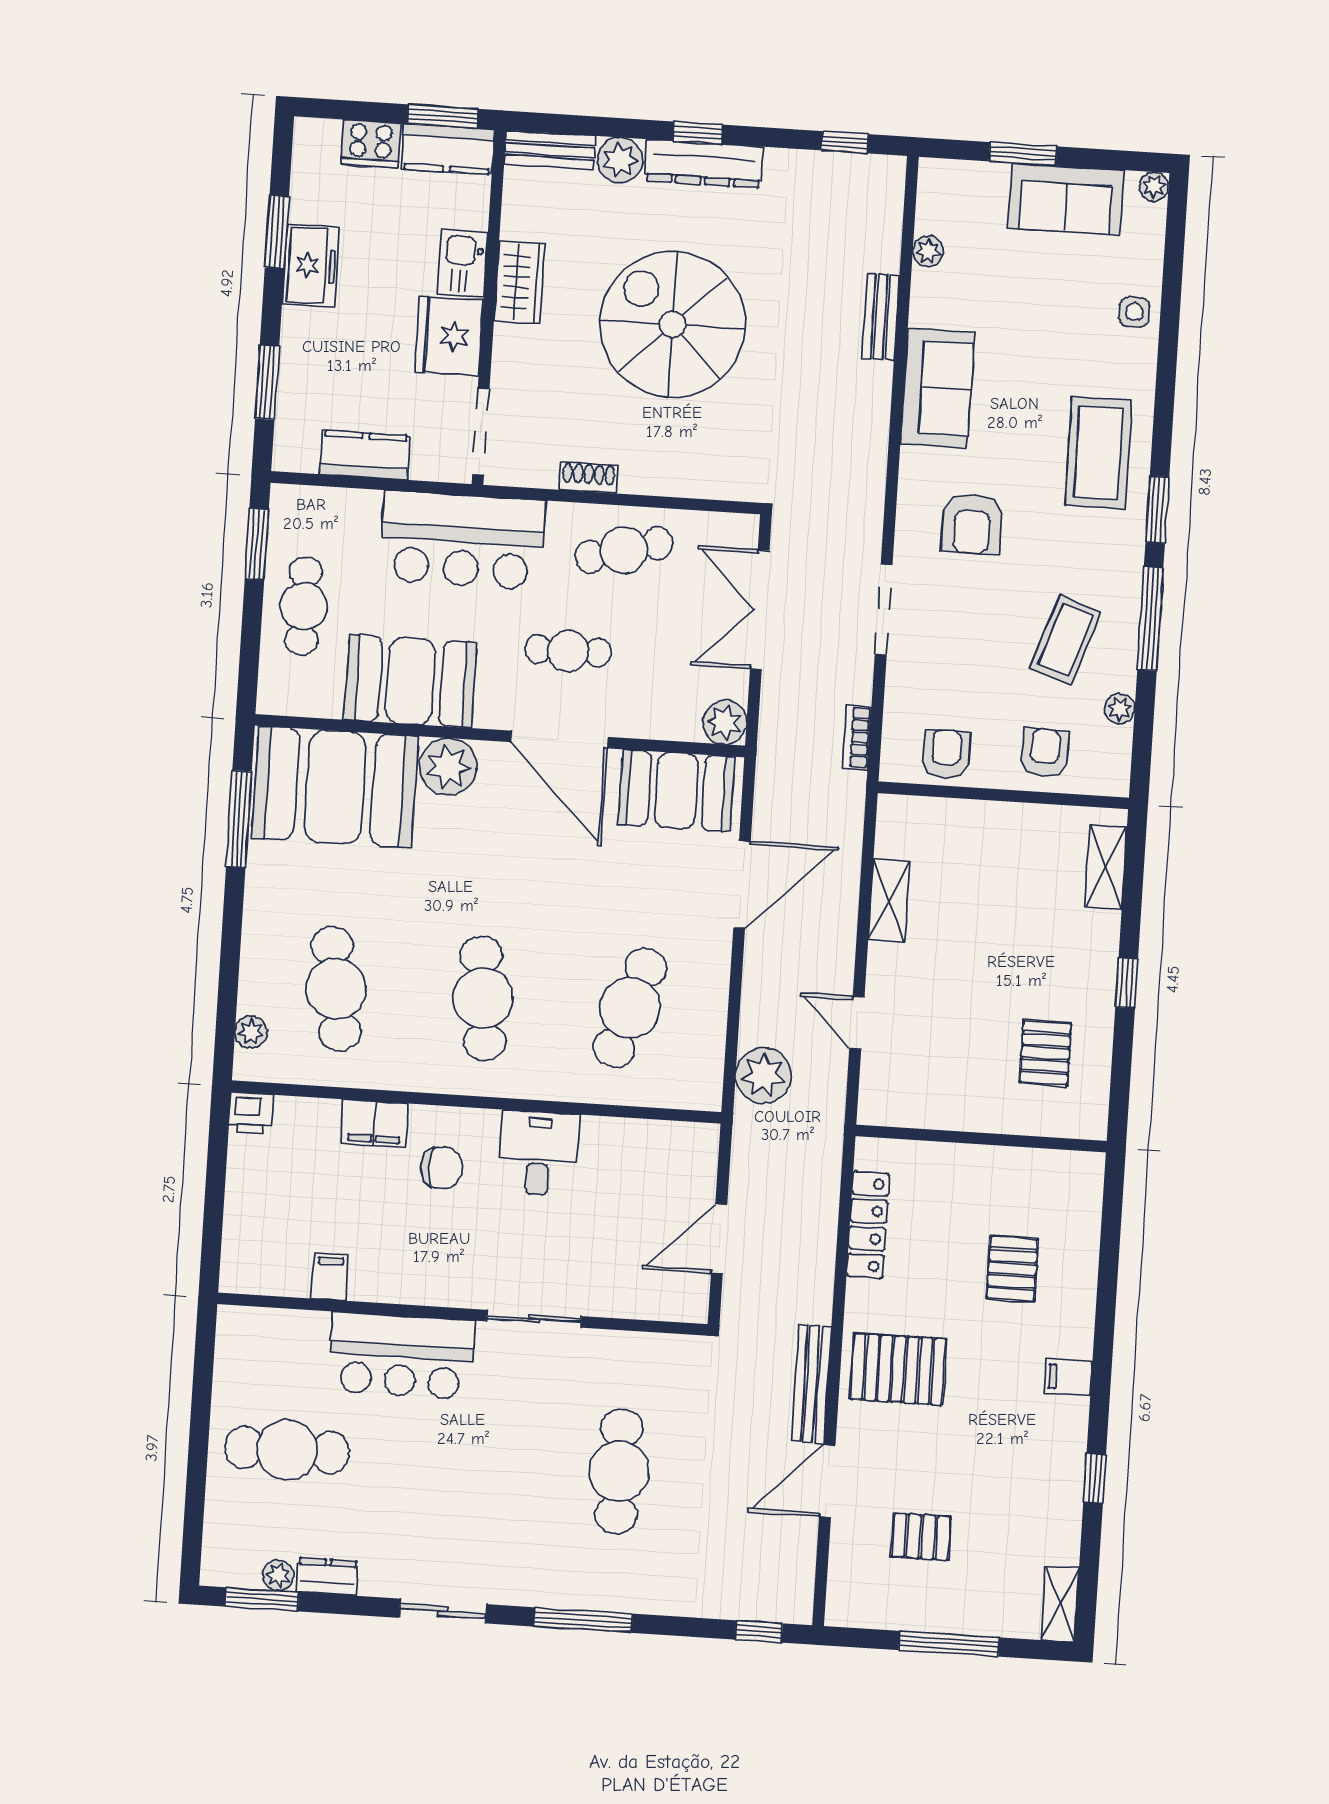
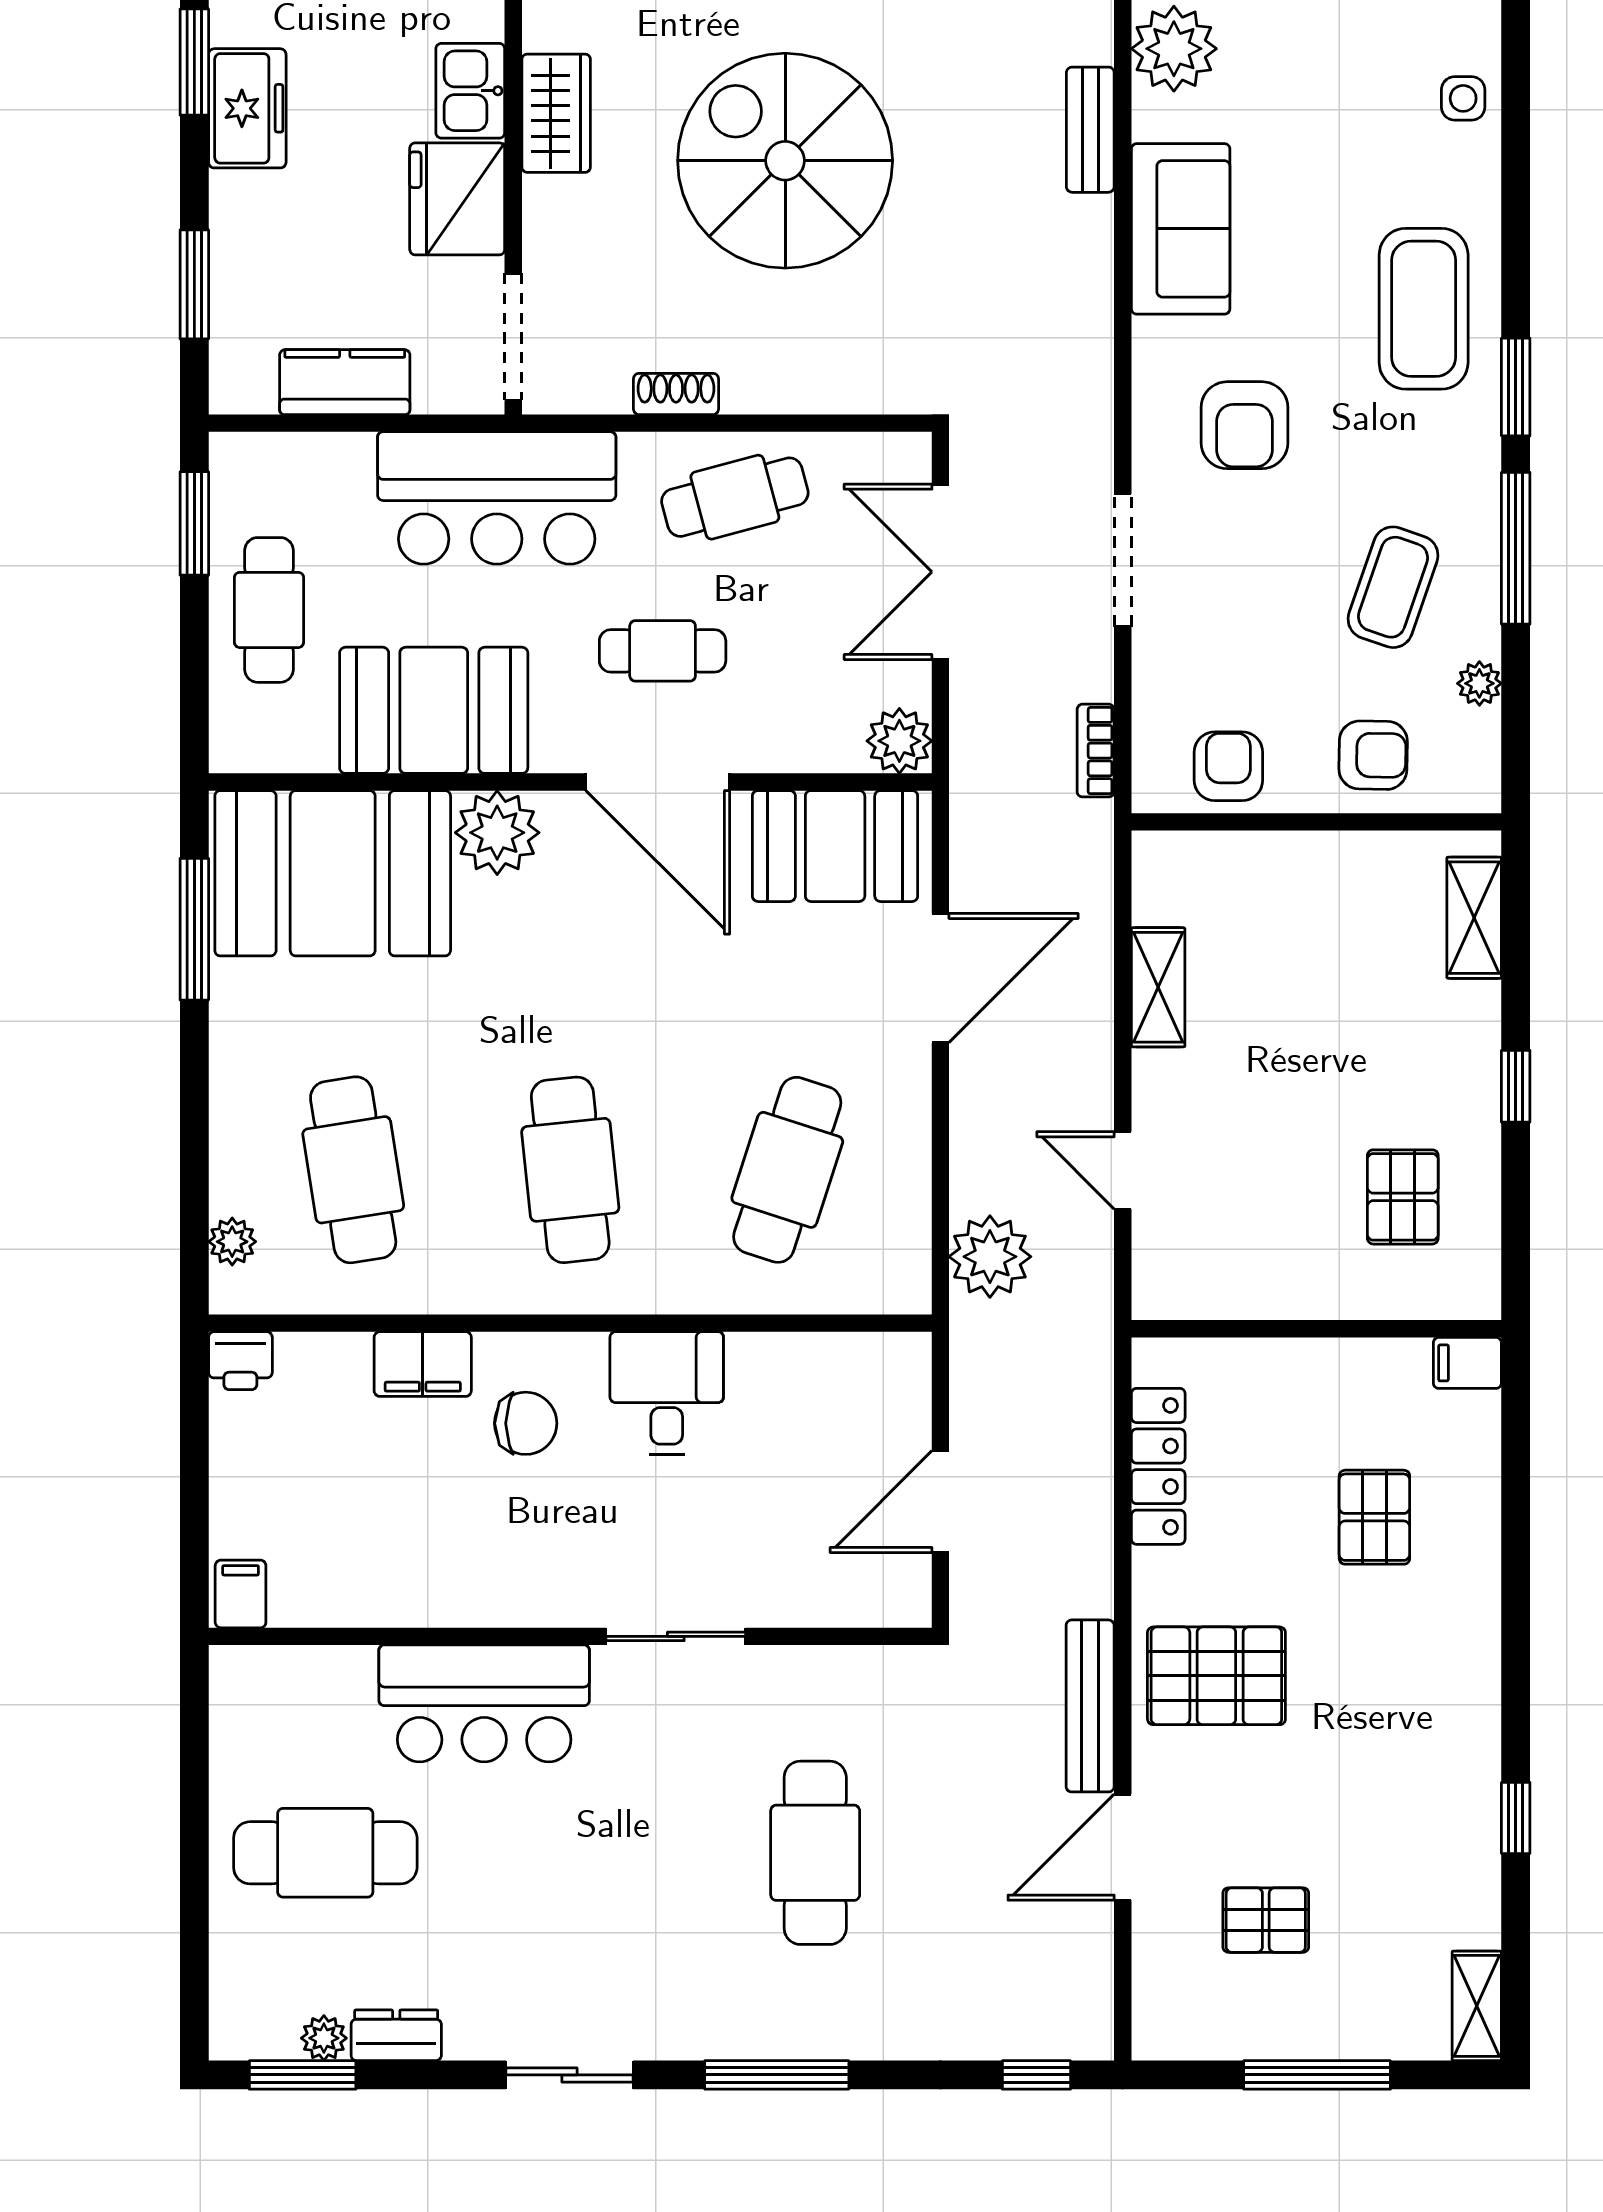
plant: (928, 251) -> (1174, 49), width x1.87, depth x1.87
armchair: (1045, 753) -> (1373, 755), turned 89
filing cabinet: (330, 1277) -> (241, 1594), moved
filing cabinet: (1068, 1377) -> (1467, 1363), moved

